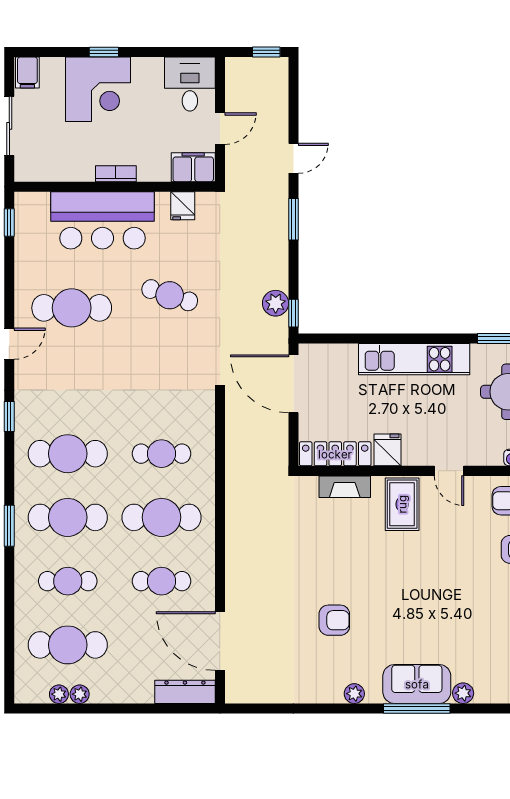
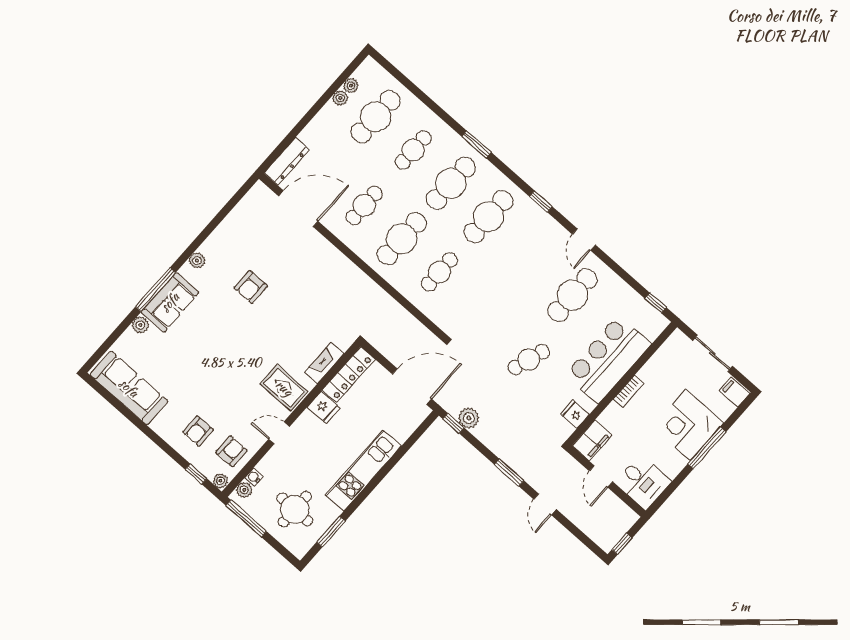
window: (104, 52) -> (707, 448), width x2.17

